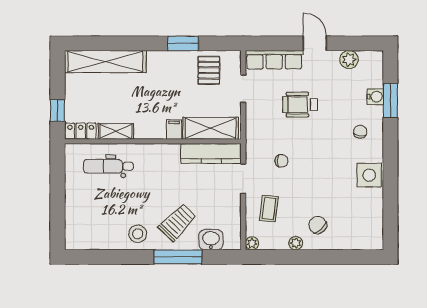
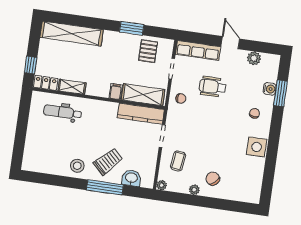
chair: (281, 161) -> (181, 98), moved

